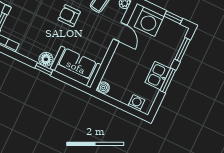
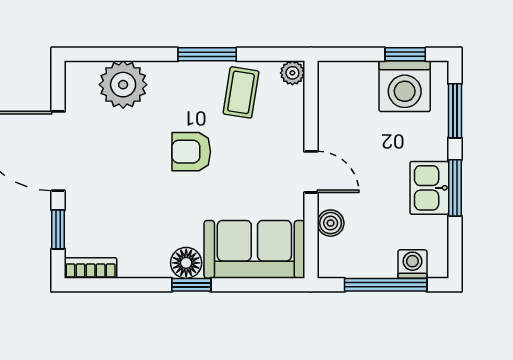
washing machine: (149, 22) -> (405, 86), moved
door: (120, 32) -> (311, 172), moved
boiler: (103, 88) -> (331, 223), moved
window: (122, 106) -> (386, 285), added

